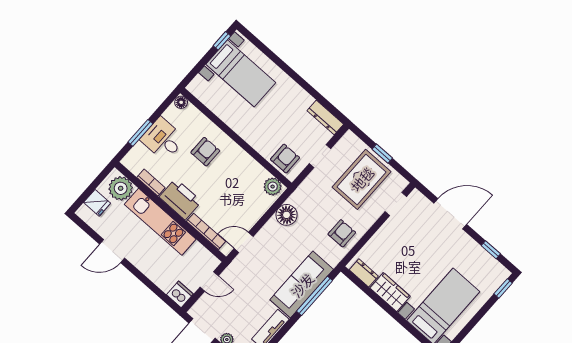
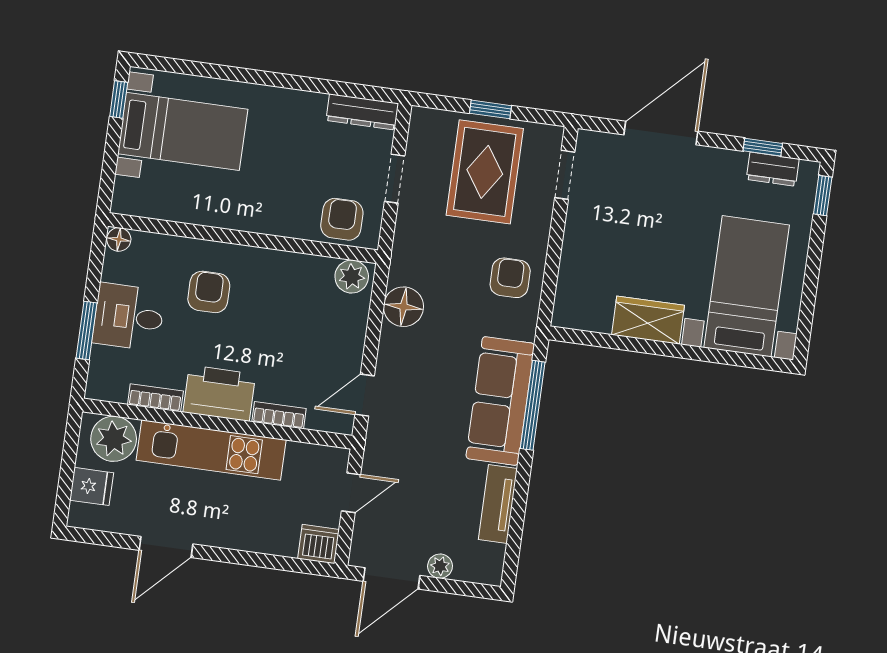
bookcase: (206, 231) -> (279, 415), width x0.64
dresser: (364, 273) -> (773, 169), moved, turned 180

